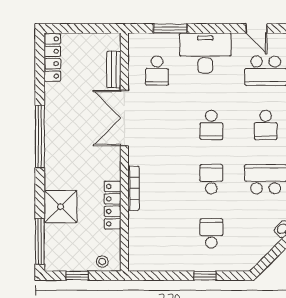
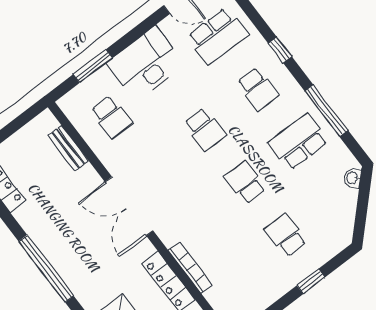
double door: (124, 118) -> (129, 206), moved
bookcase: (133, 188) -> (190, 268), moved

